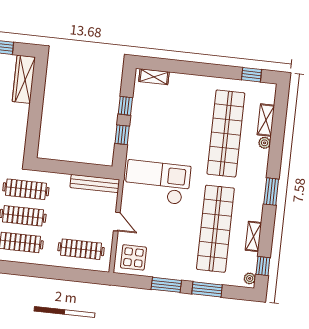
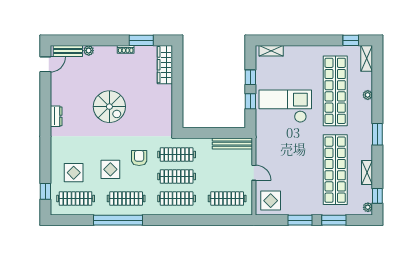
shelving: (266, 120) -> (367, 58), moved
checkout: (158, 182) -> (285, 106), moved

